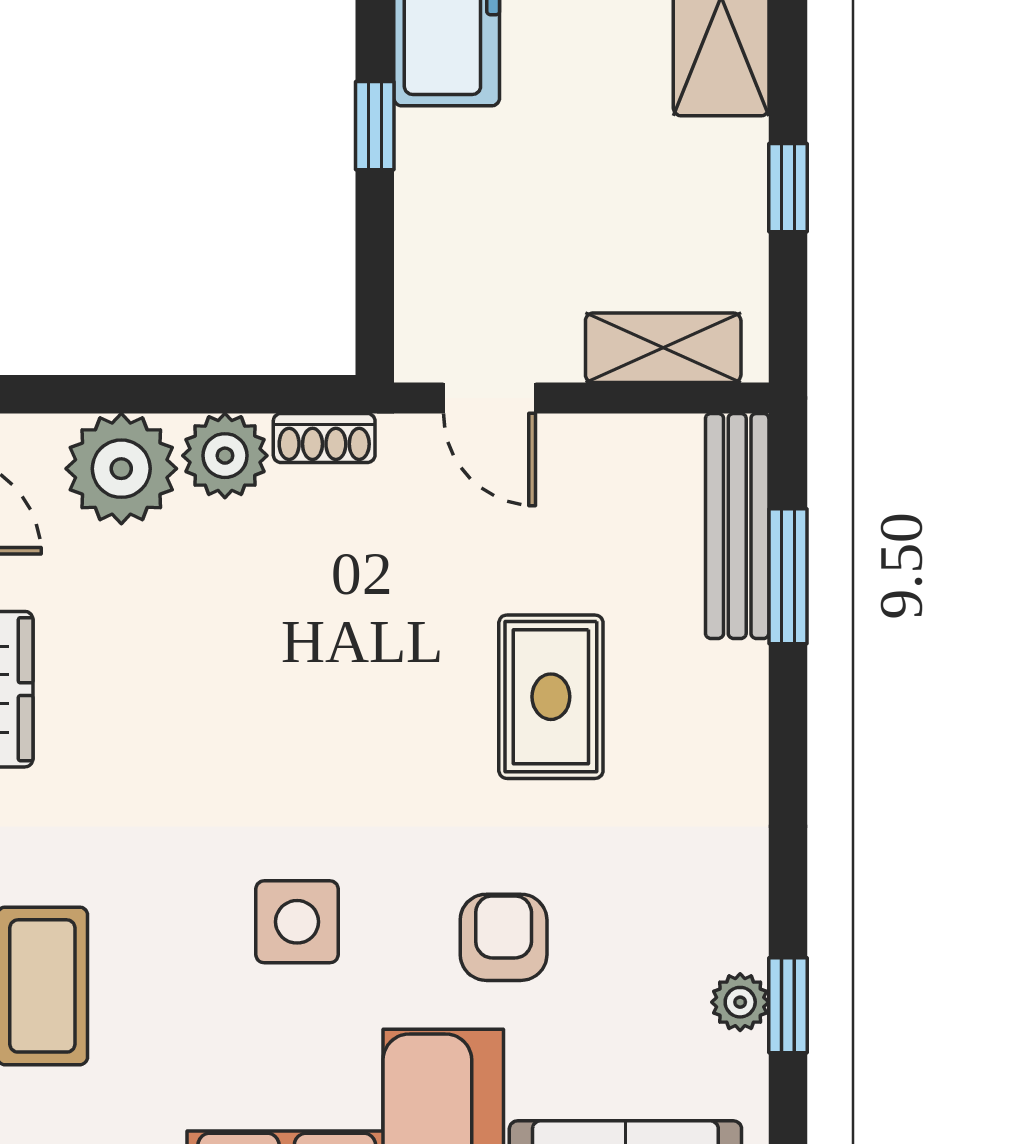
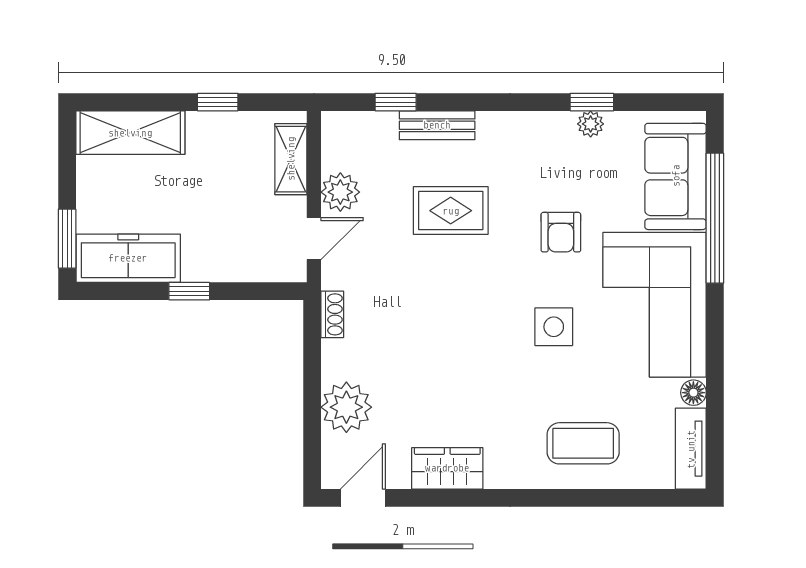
plant: (225, 456) -> (340, 192), moved
bench: (737, 526) -> (437, 125), moved, width x0.73
window: (788, 576) -> (396, 102), width x0.67
armchair: (504, 937) -> (561, 232), turned -90

